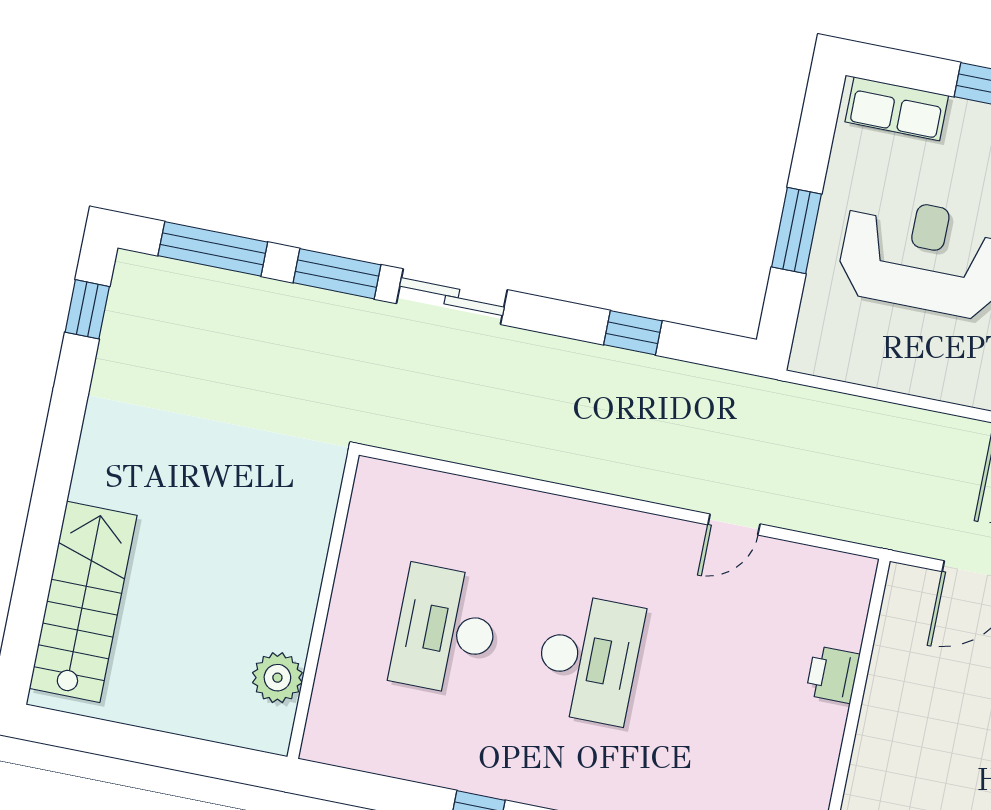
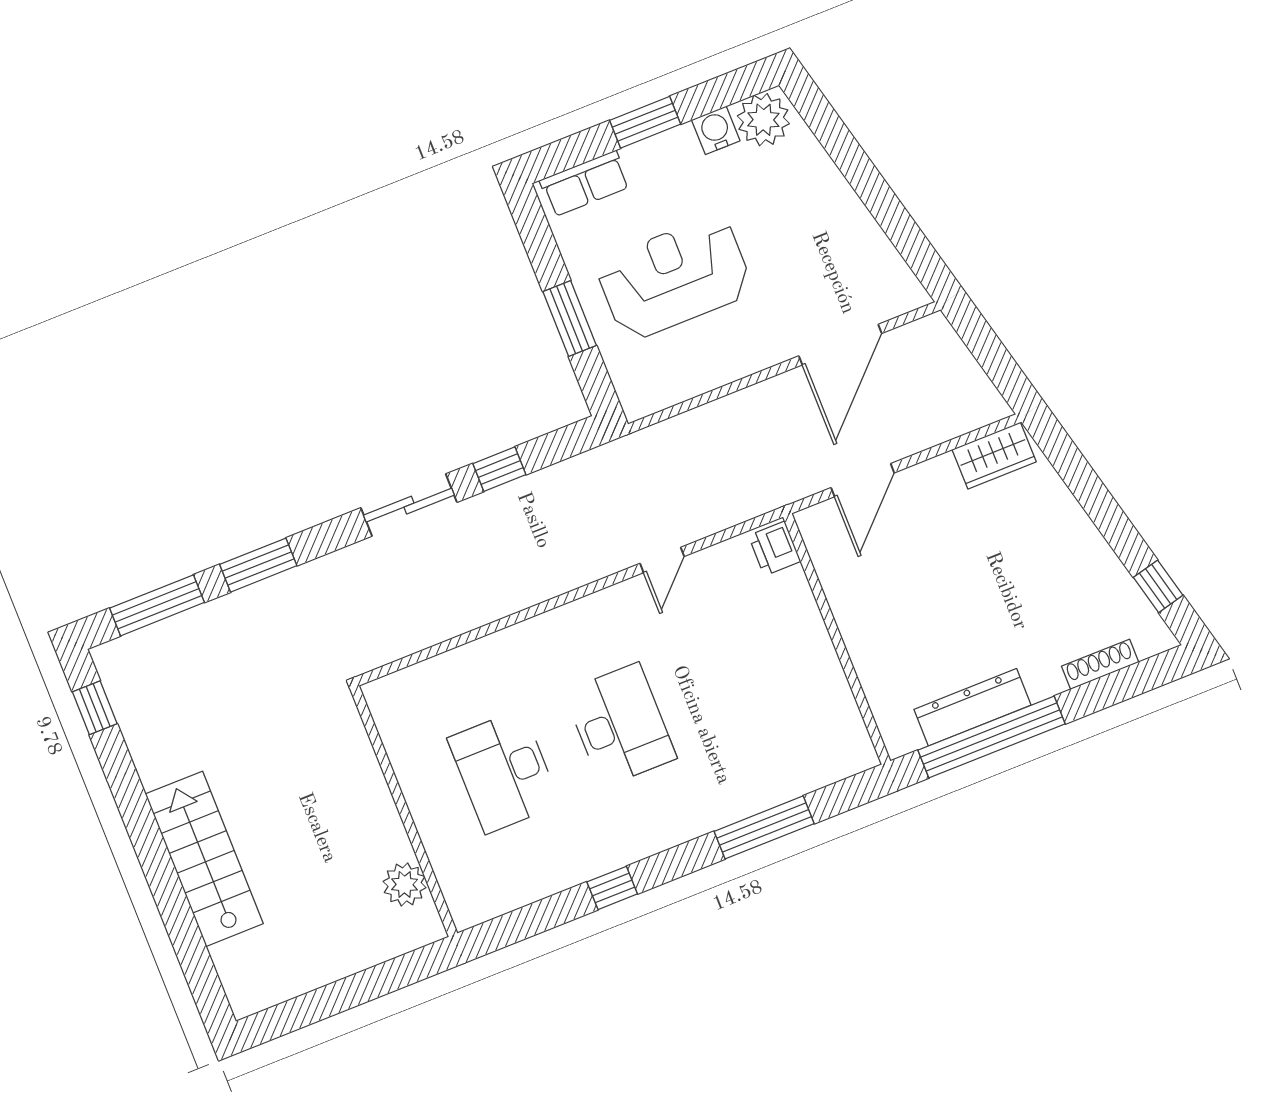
sliding door: (452, 297) -> (409, 505), moved
stairs: (83, 602) -> (204, 859), moved
printer: (833, 675) -> (775, 548), moved

